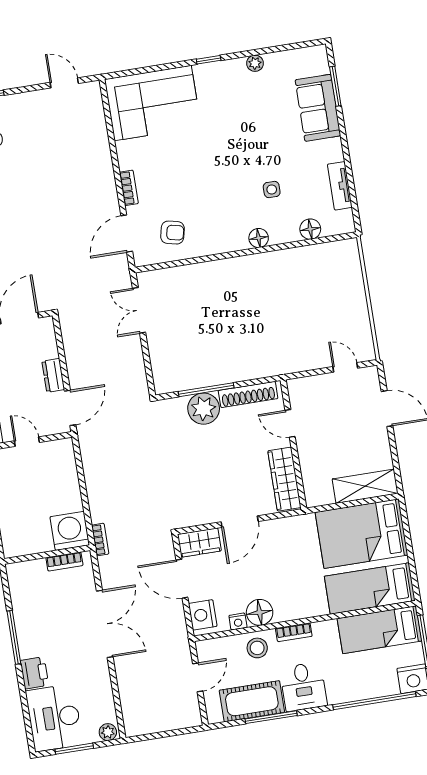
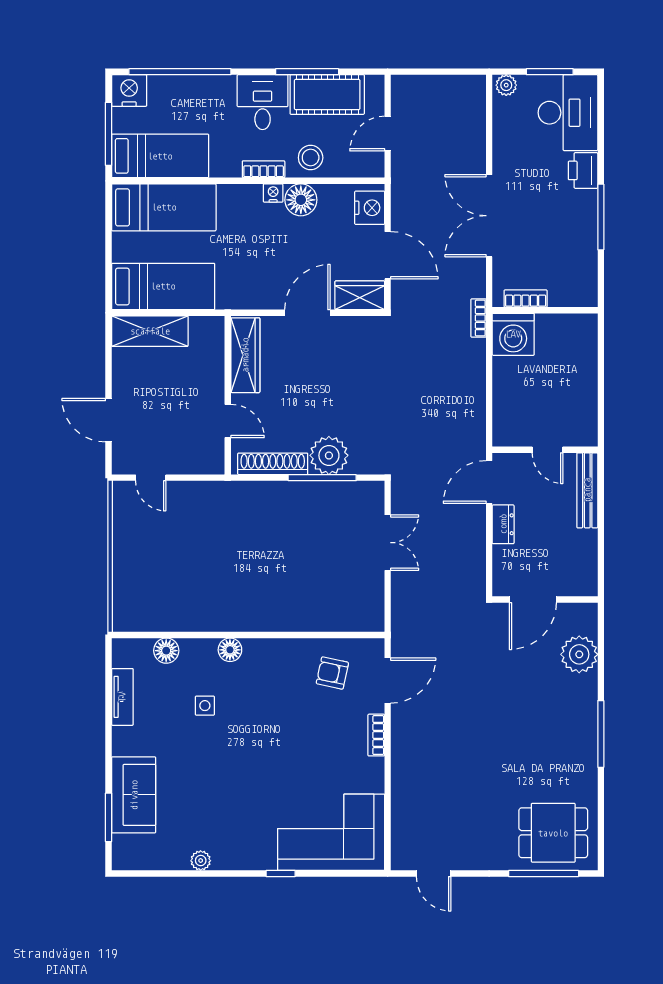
window: (209, 60) -> (281, 874), moved
double door: (139, 310) -> (388, 543), moved
bed: (362, 534) -> (163, 286), width x0.67
nightstand: (238, 621) -> (273, 193), moved

